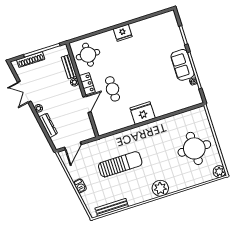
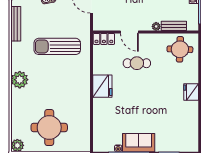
locker: (87, 84) -> (104, 39), moved
sun lounger: (120, 164) -> (57, 46), turned 90

